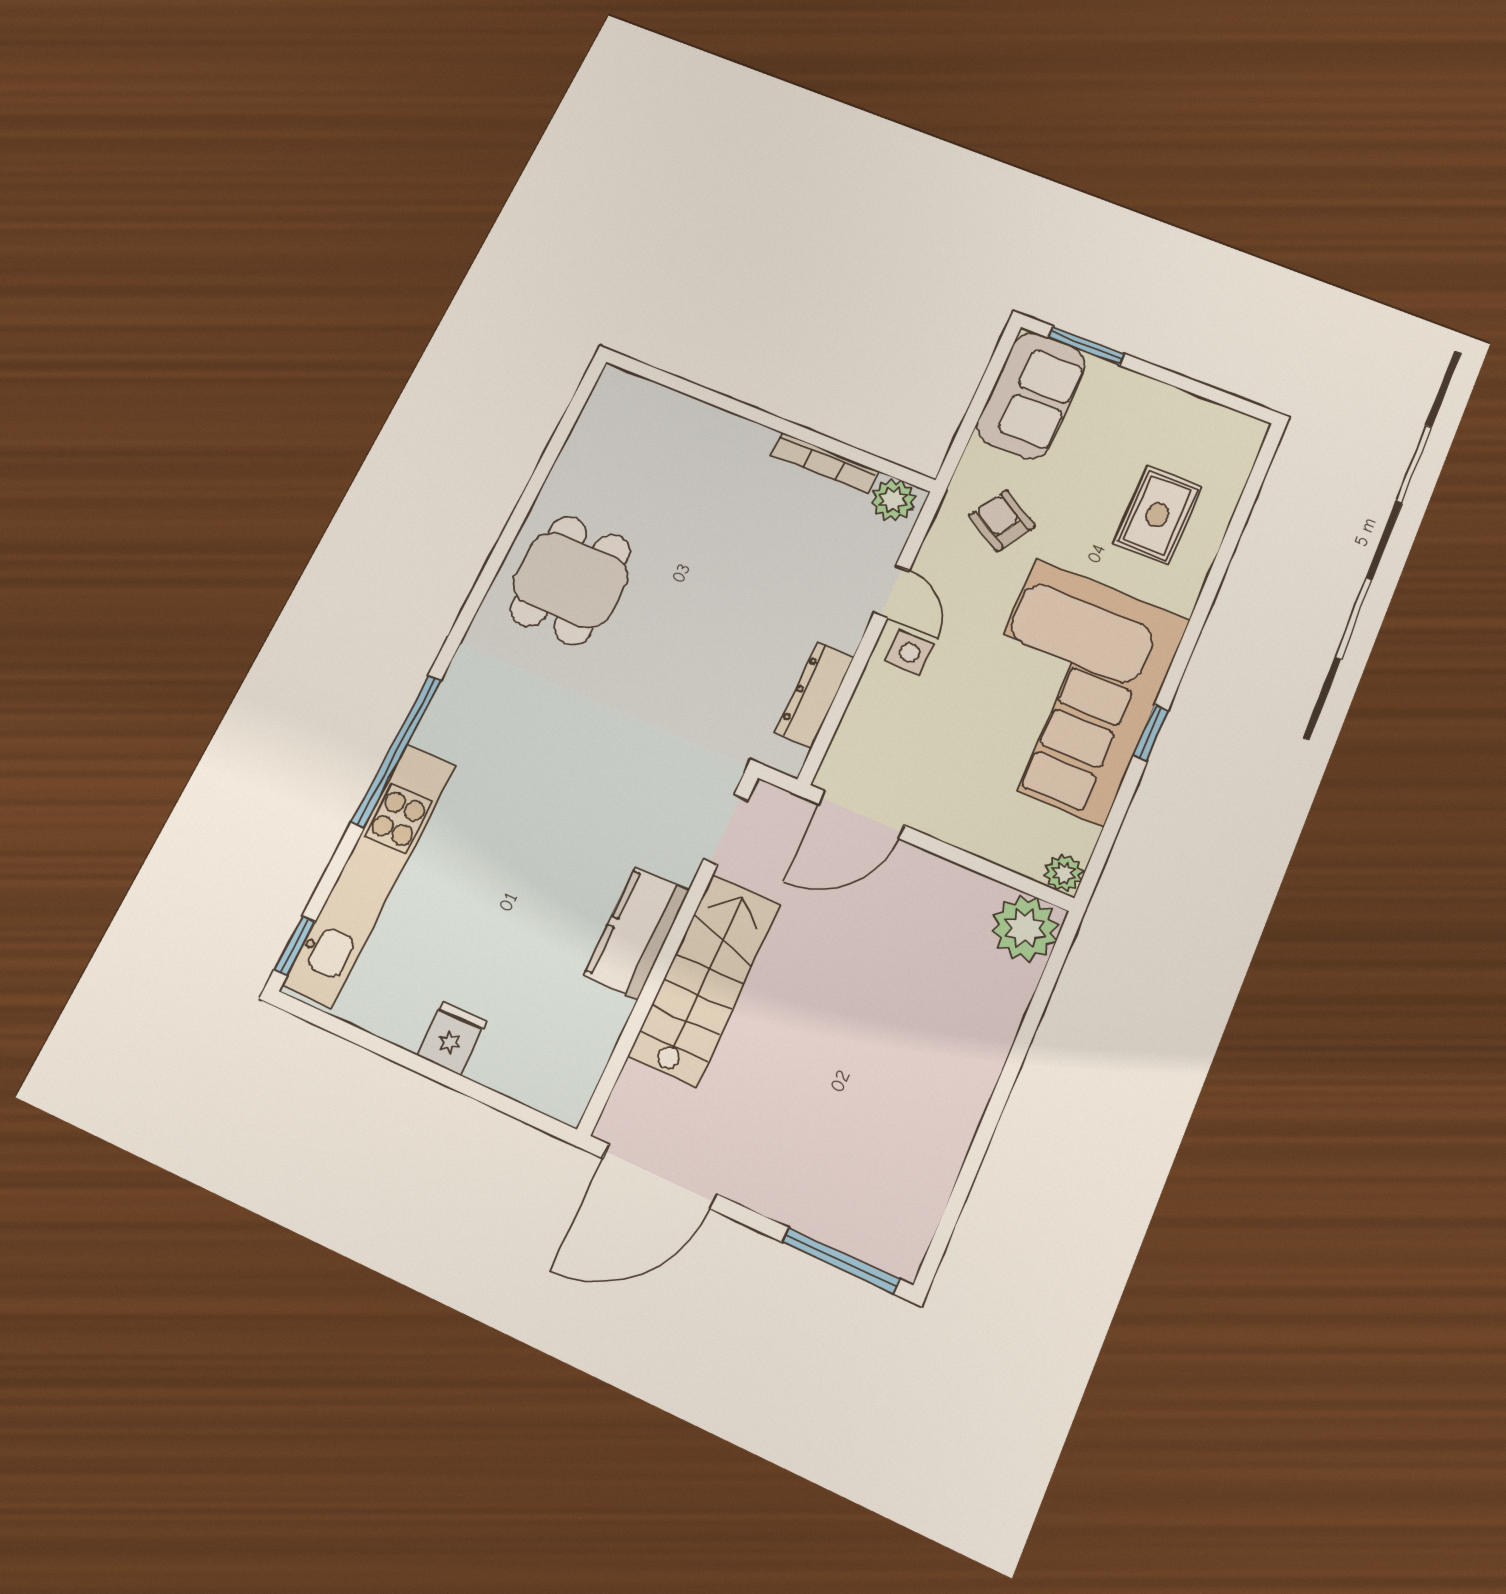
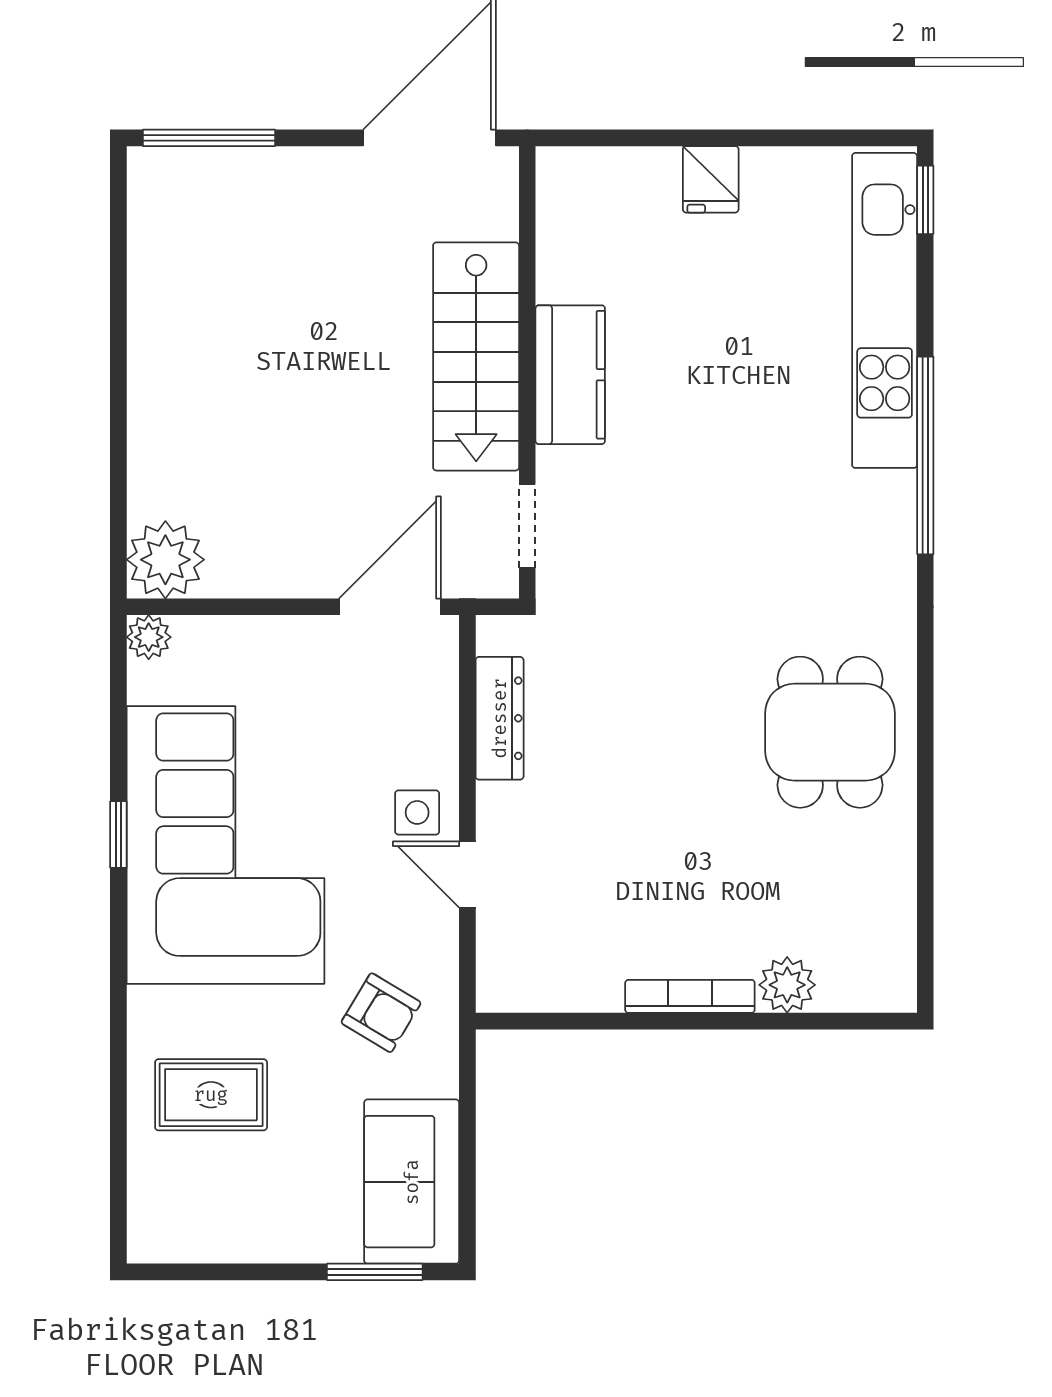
bookcase: (824, 463) -> (690, 996), moved
plant: (893, 500) -> (787, 985), moved
rug: (1157, 515) -> (211, 1095), turned 90

